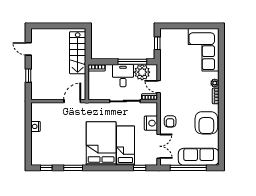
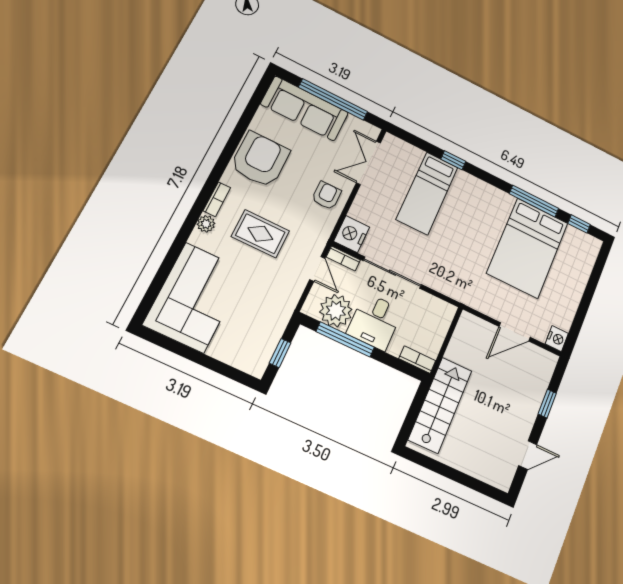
door: (28, 49) -> (528, 455), hinge flipped
rug: (190, 90) -> (260, 234), added
door: (72, 101) -> (515, 332), moved
nightstand: (151, 123) -> (352, 234), moved
nightstand: (35, 126) -> (557, 339), moved
bed: (101, 144) -> (528, 248), moved
window: (73, 168) -> (534, 201), width x1.44
window: (140, 168) -> (453, 160), moved

